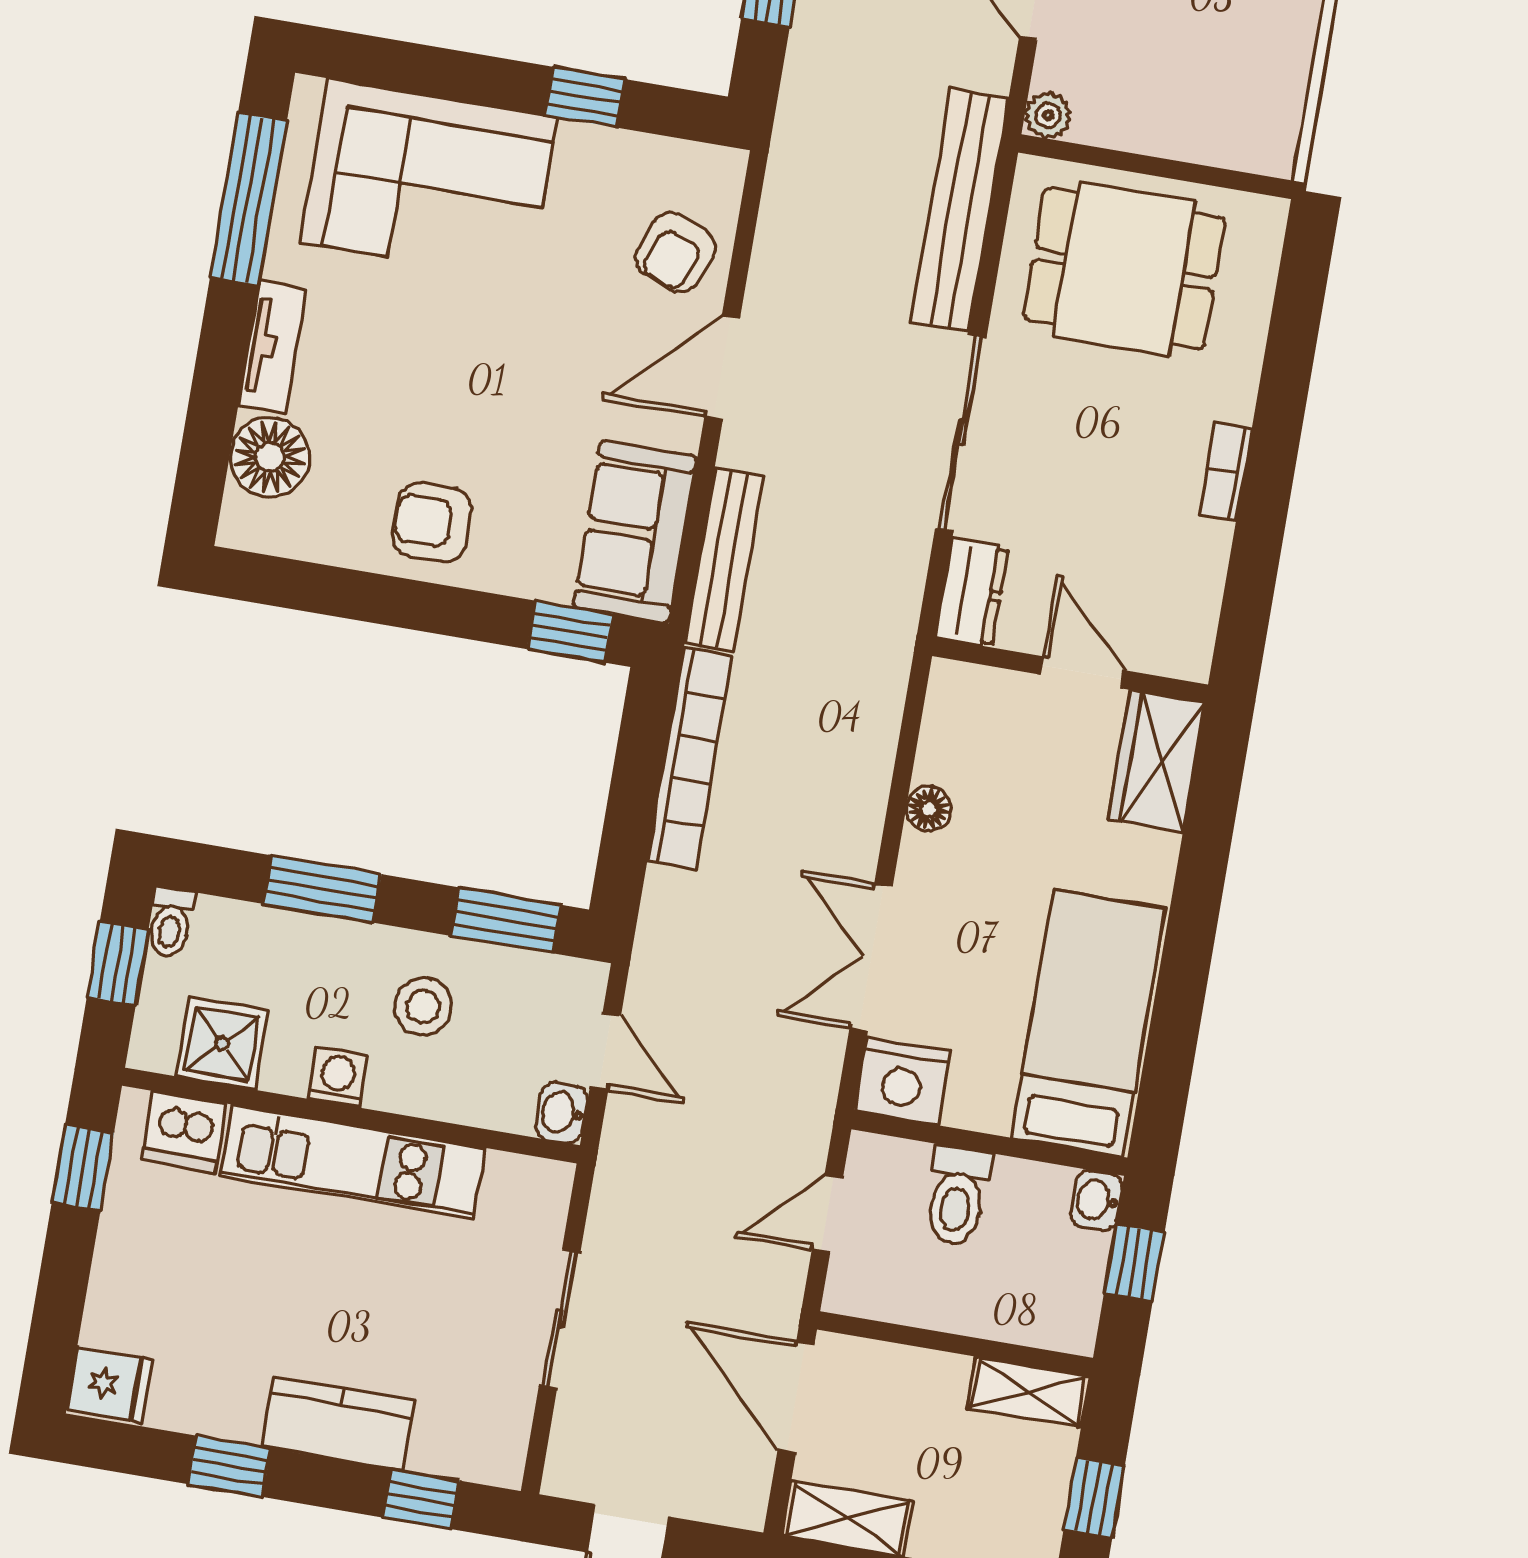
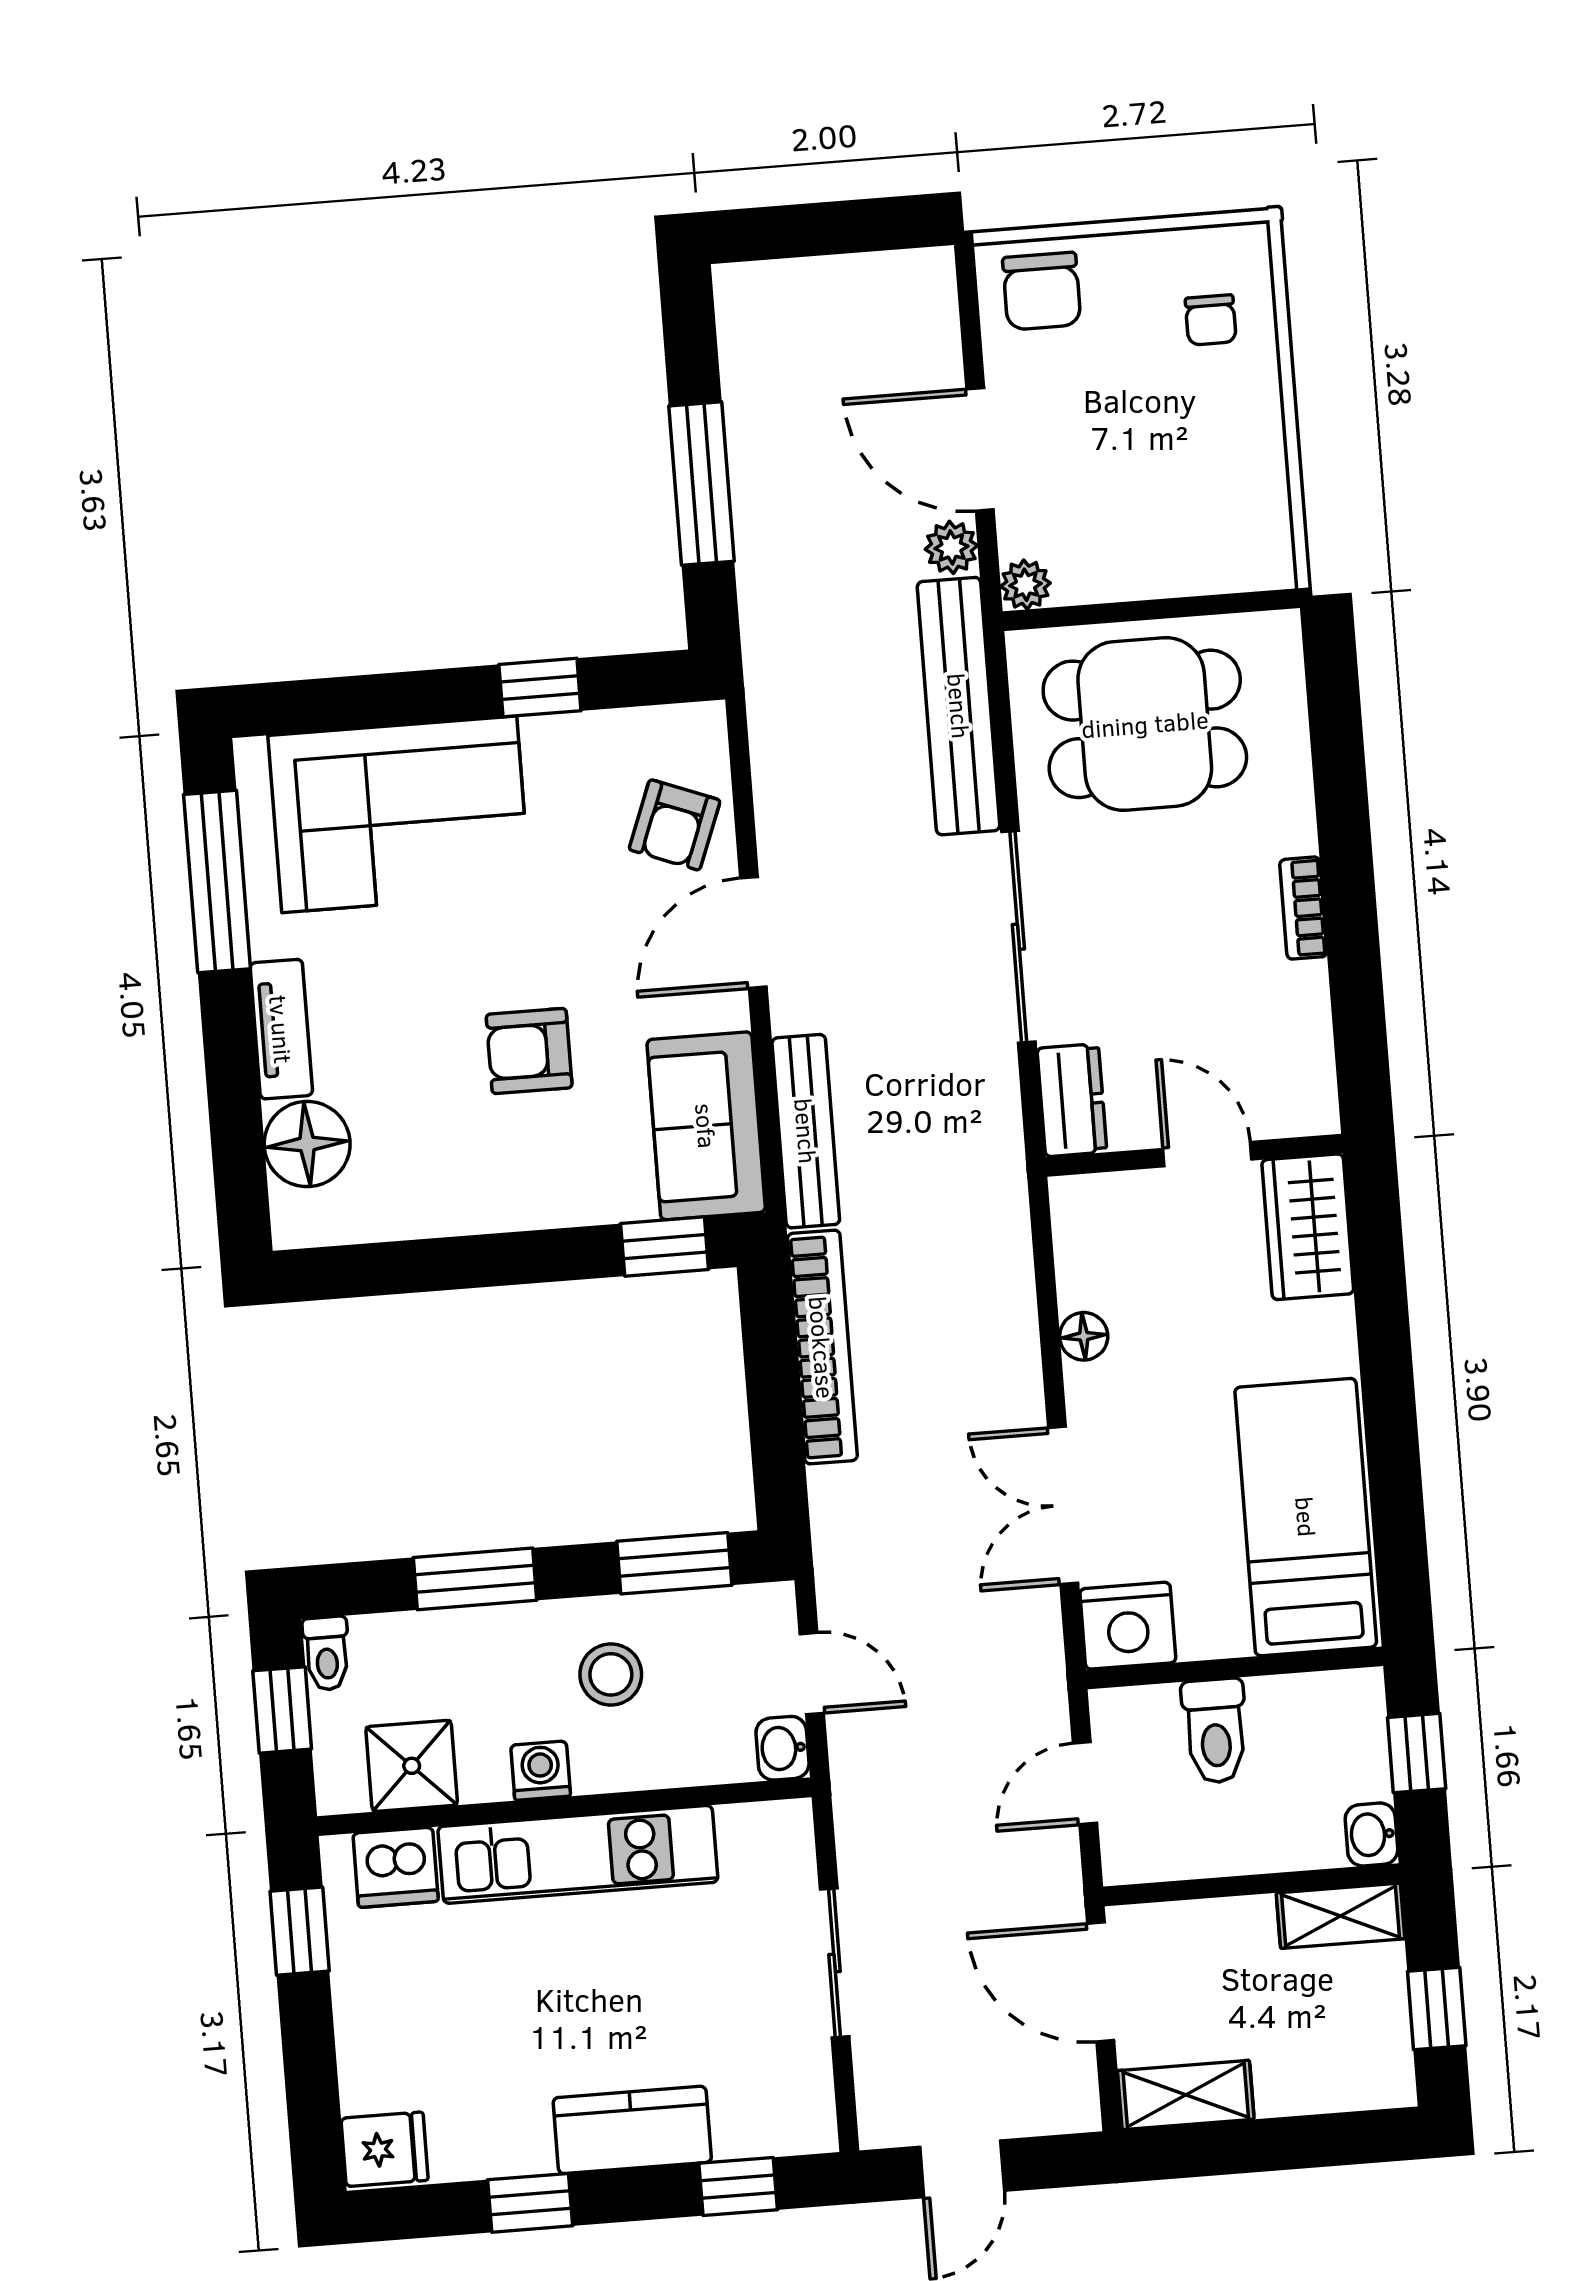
plant: (990, 65) -> (951, 547), added
armchair: (432, 522) -> (529, 1051), moved
washbasin: (1096, 1200) -> (1371, 1835), moved

